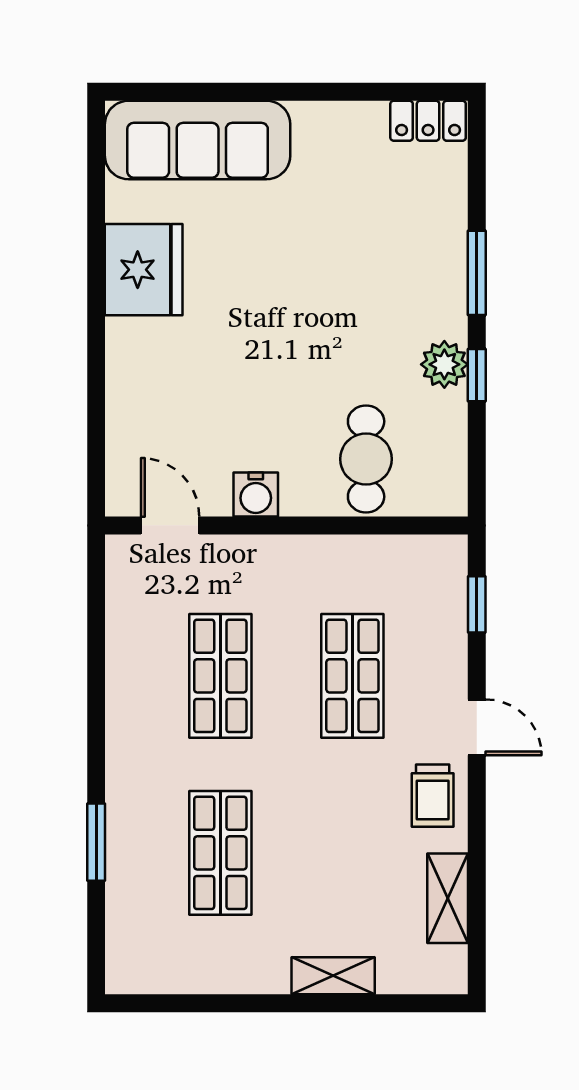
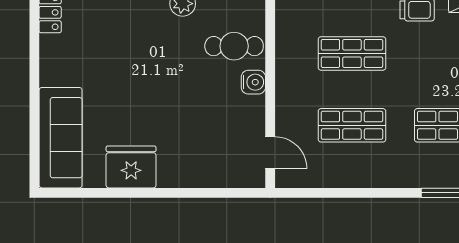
water cooler: (256, 494) -> (253, 82), moved
door: (170, 525) -> (270, 153), swing flipped

